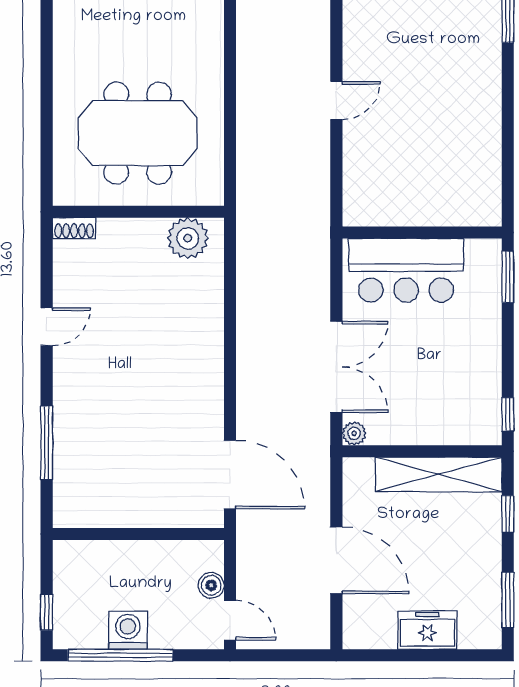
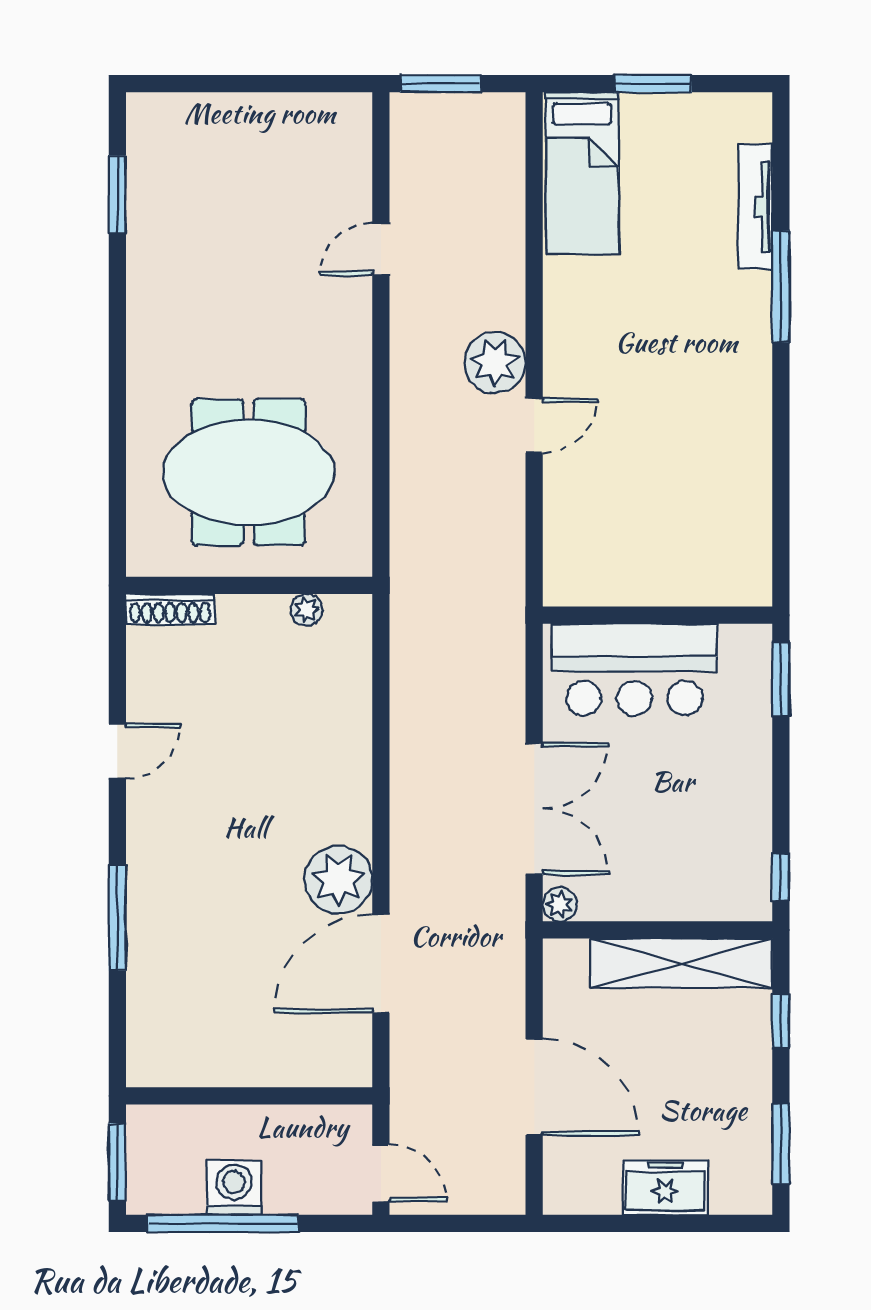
plant: (309, 57) -> (495, 363), added
shoe rack: (74, 228) -> (170, 609), width x1.43
plant: (188, 238) -> (307, 610), width x0.53, depth x0.53
plant: (200, 416) -> (339, 880), added
door: (230, 475) -> (381, 964), swing flipped
wall: (138, 534) -> (249, 1096), moved
boiler: (211, 585) -> (354, 1123), removed
window: (47, 612) -> (117, 1162), width x1.50

